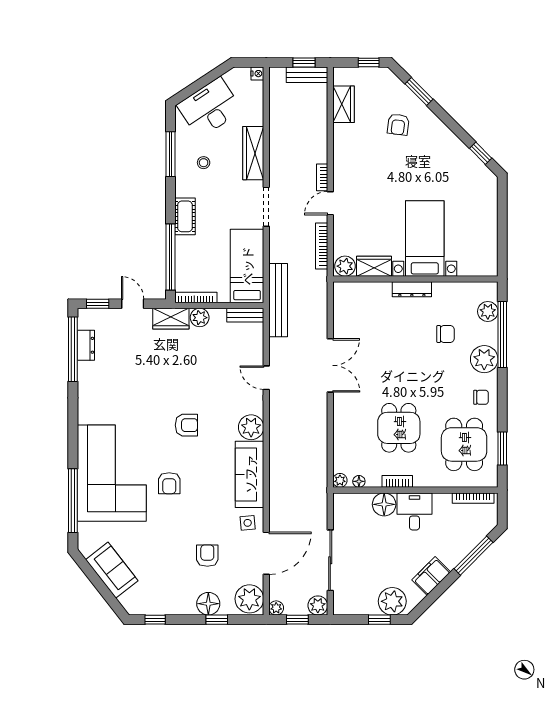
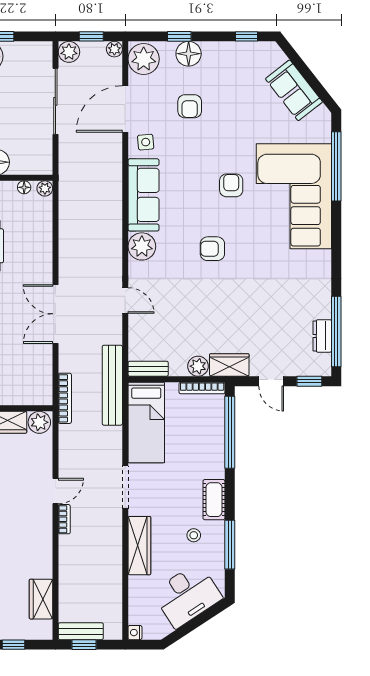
cot: (185, 216) -> (214, 500), moved
bookcase: (322, 246) -> (65, 398), moved

